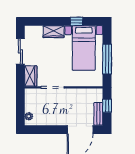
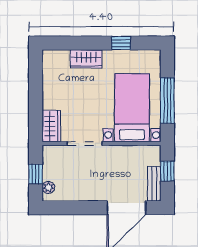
bed with nightstands: (84, 48) -> (132, 108), moved, turned 180
sliding door: (20, 51) -> (36, 89), removed
window: (20, 107) -> (36, 174), added

